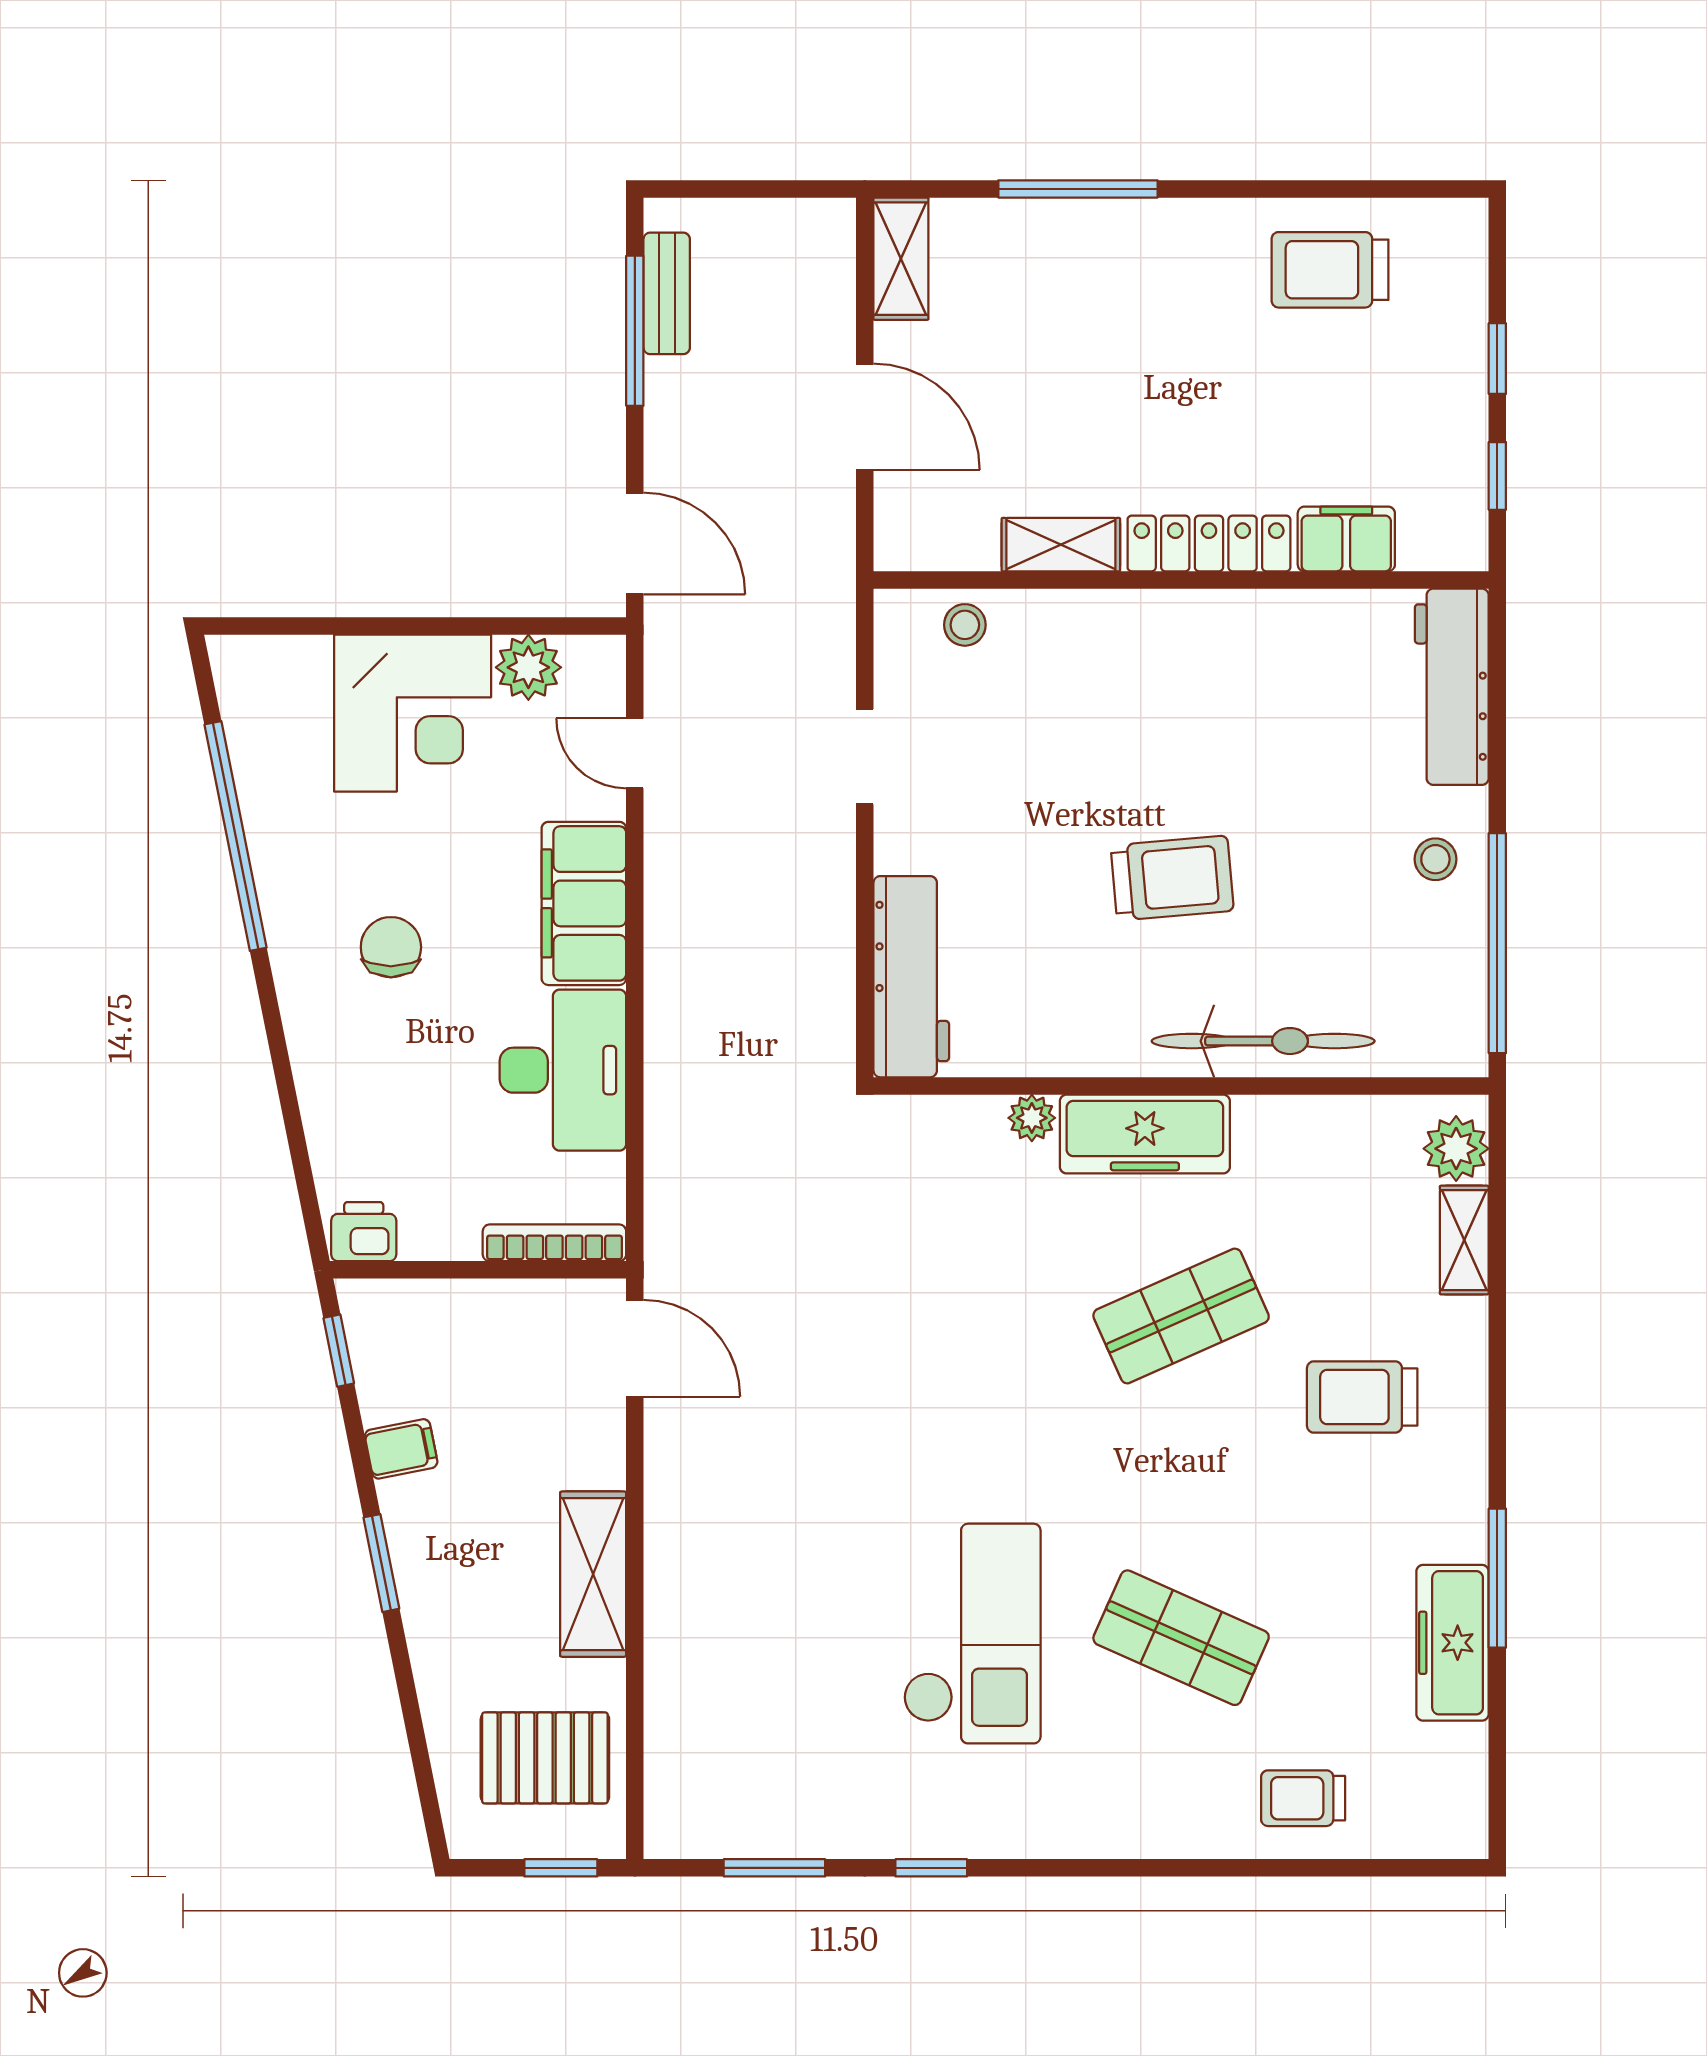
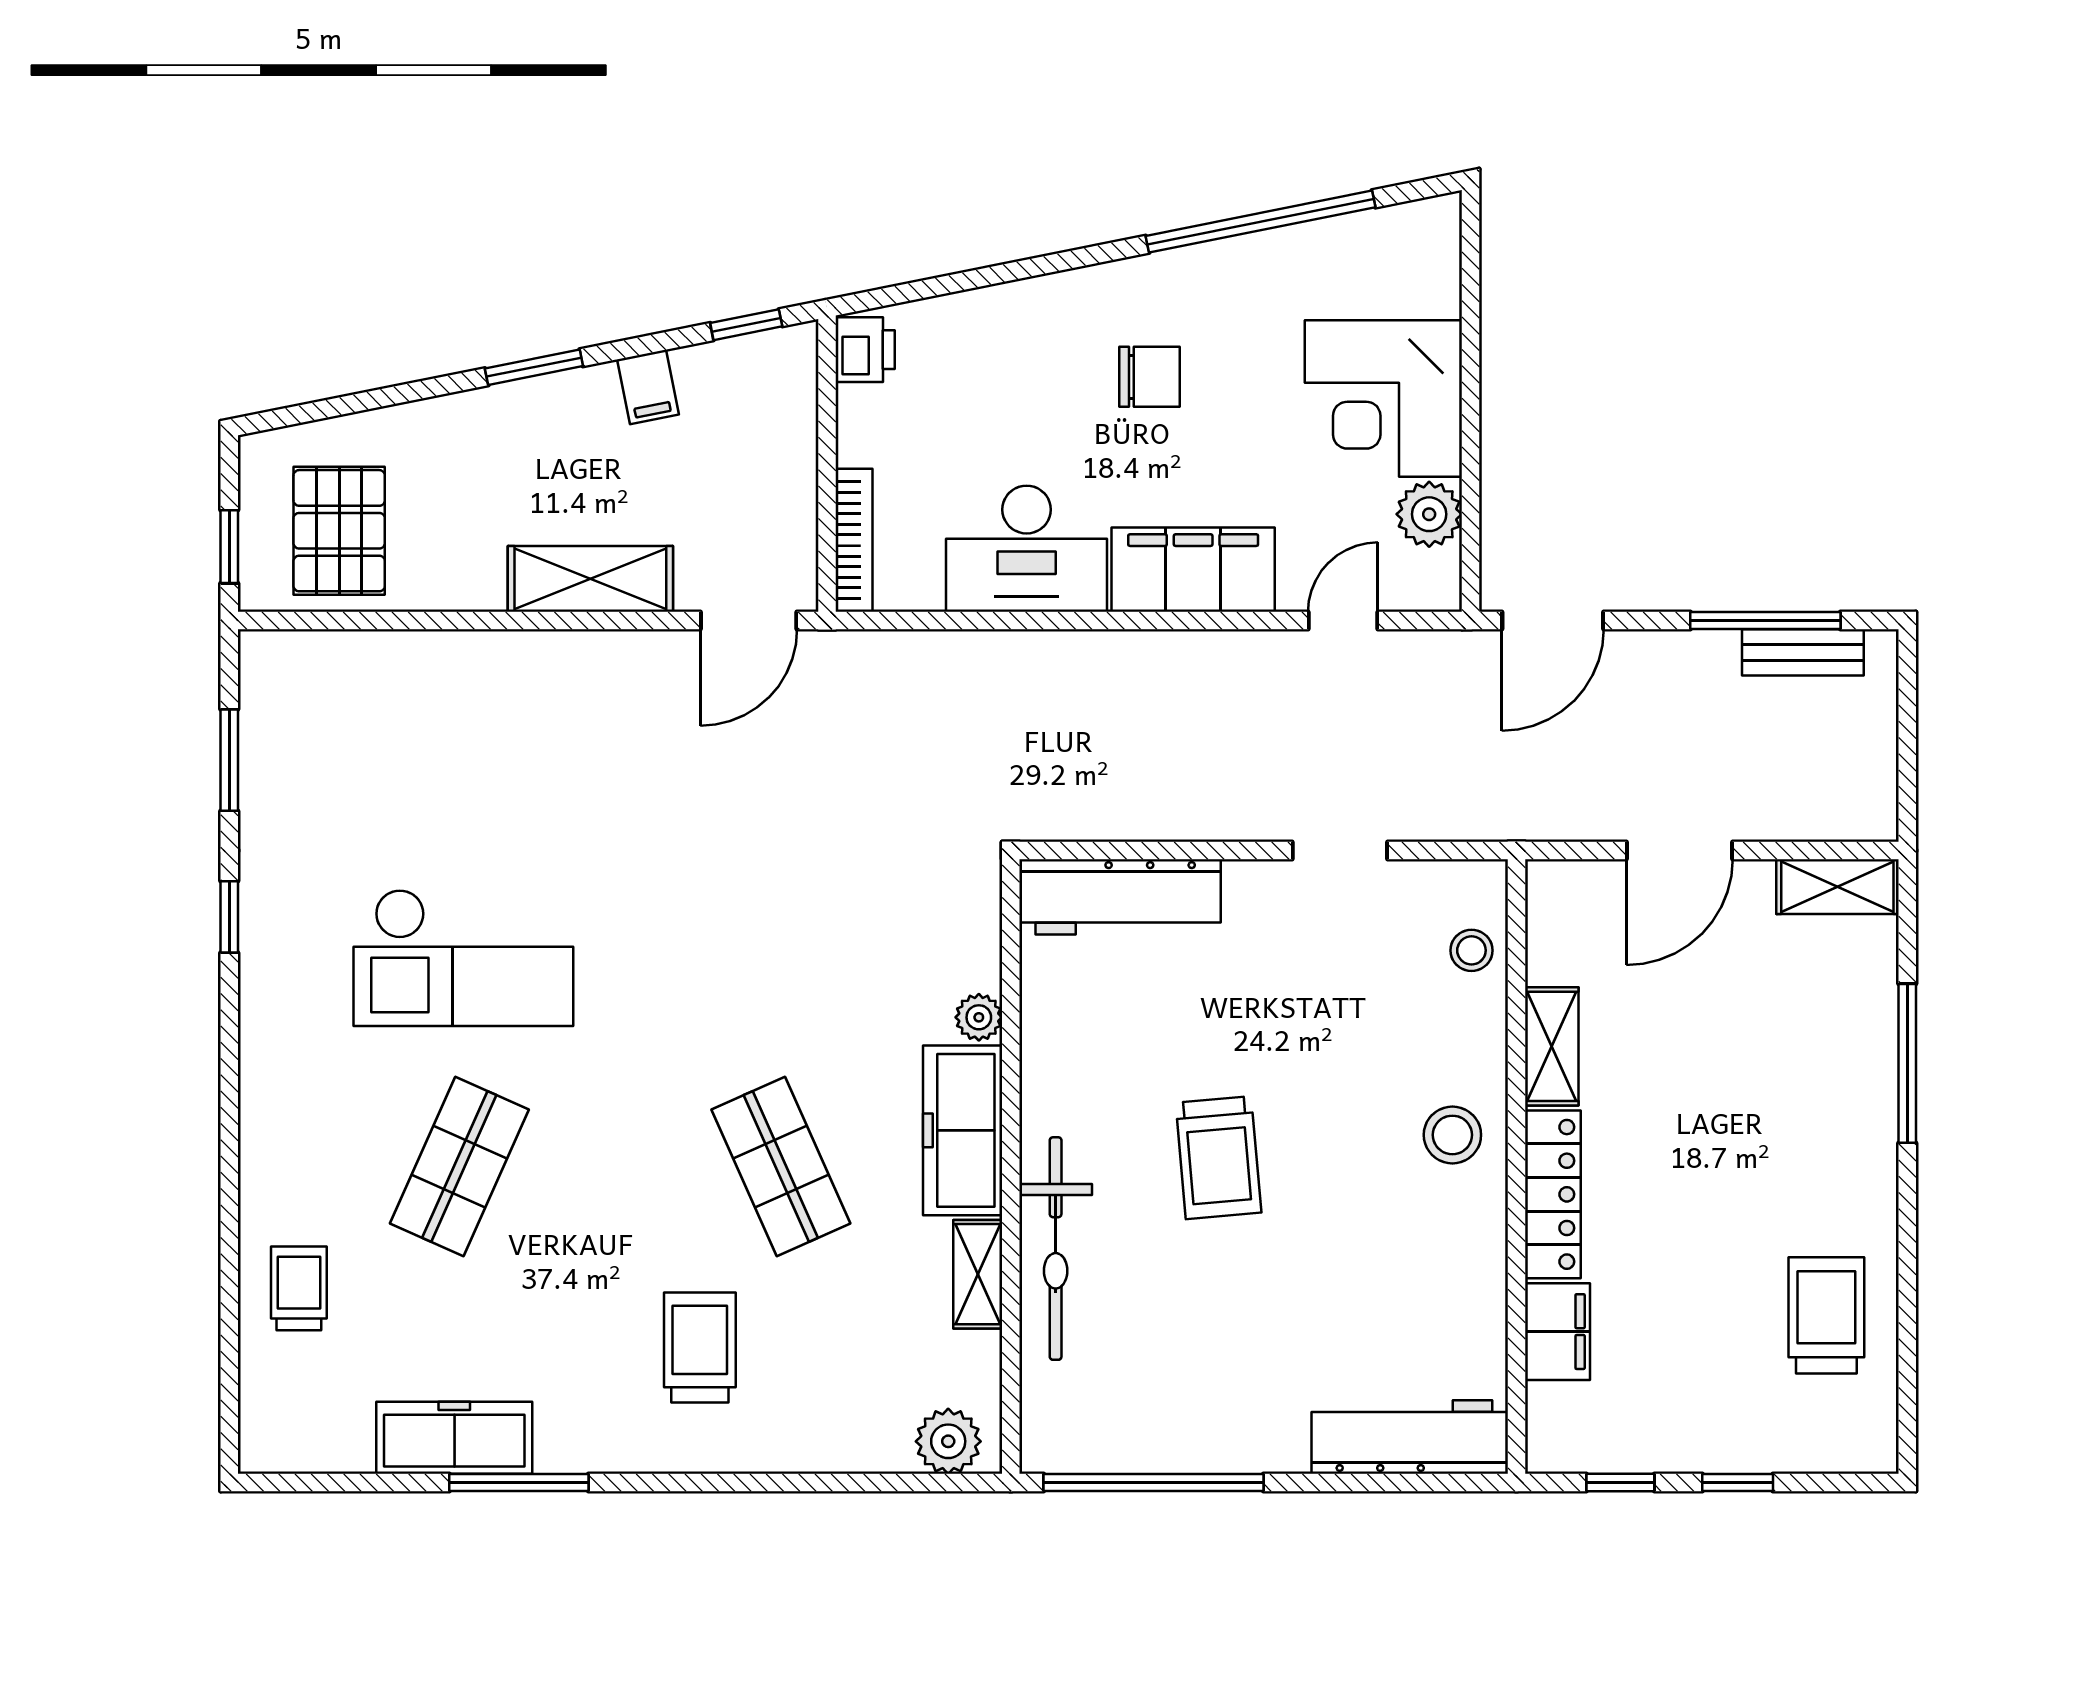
stool: (1435, 859) -> (1452, 1135), moved, width x1.37, depth x1.37
shelving: (1464, 1240) -> (978, 1274), moved, turned 90
shelving: (593, 1574) -> (590, 579), moved

